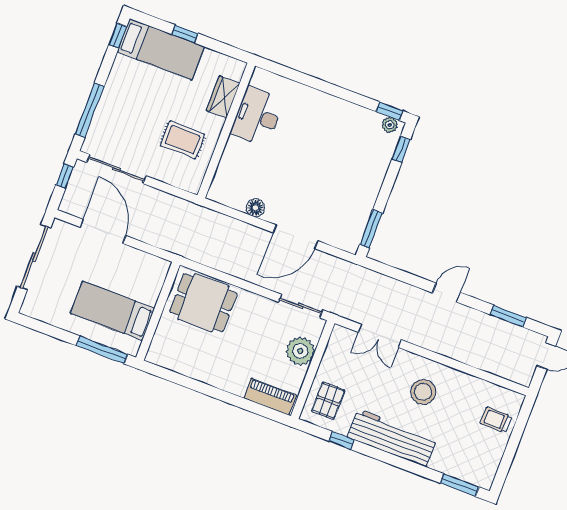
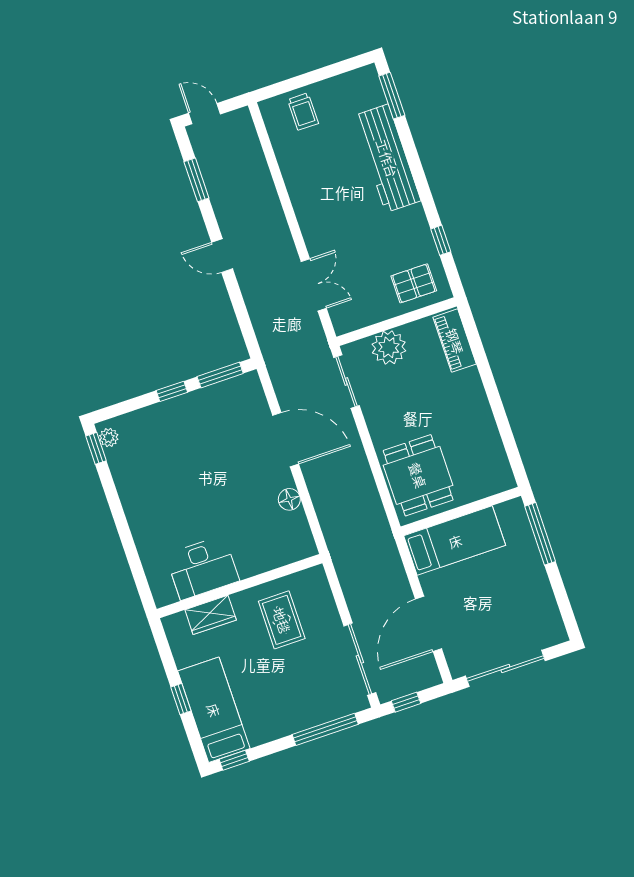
window: (401, 149) -> (172, 391), moved
bed: (113, 311) -> (455, 541), moved, turned -90
stool: (423, 392) -> (333, 201), removed
workbench: (392, 438) -> (387, 158), moved

